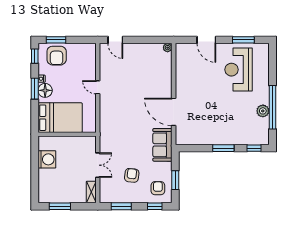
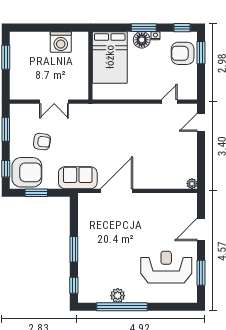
door: (98, 87) -> (169, 102), moved
armchair: (158, 188) -> (27, 172), width x1.88, depth x1.88
shelving: (91, 192) -> (22, 94), removed

